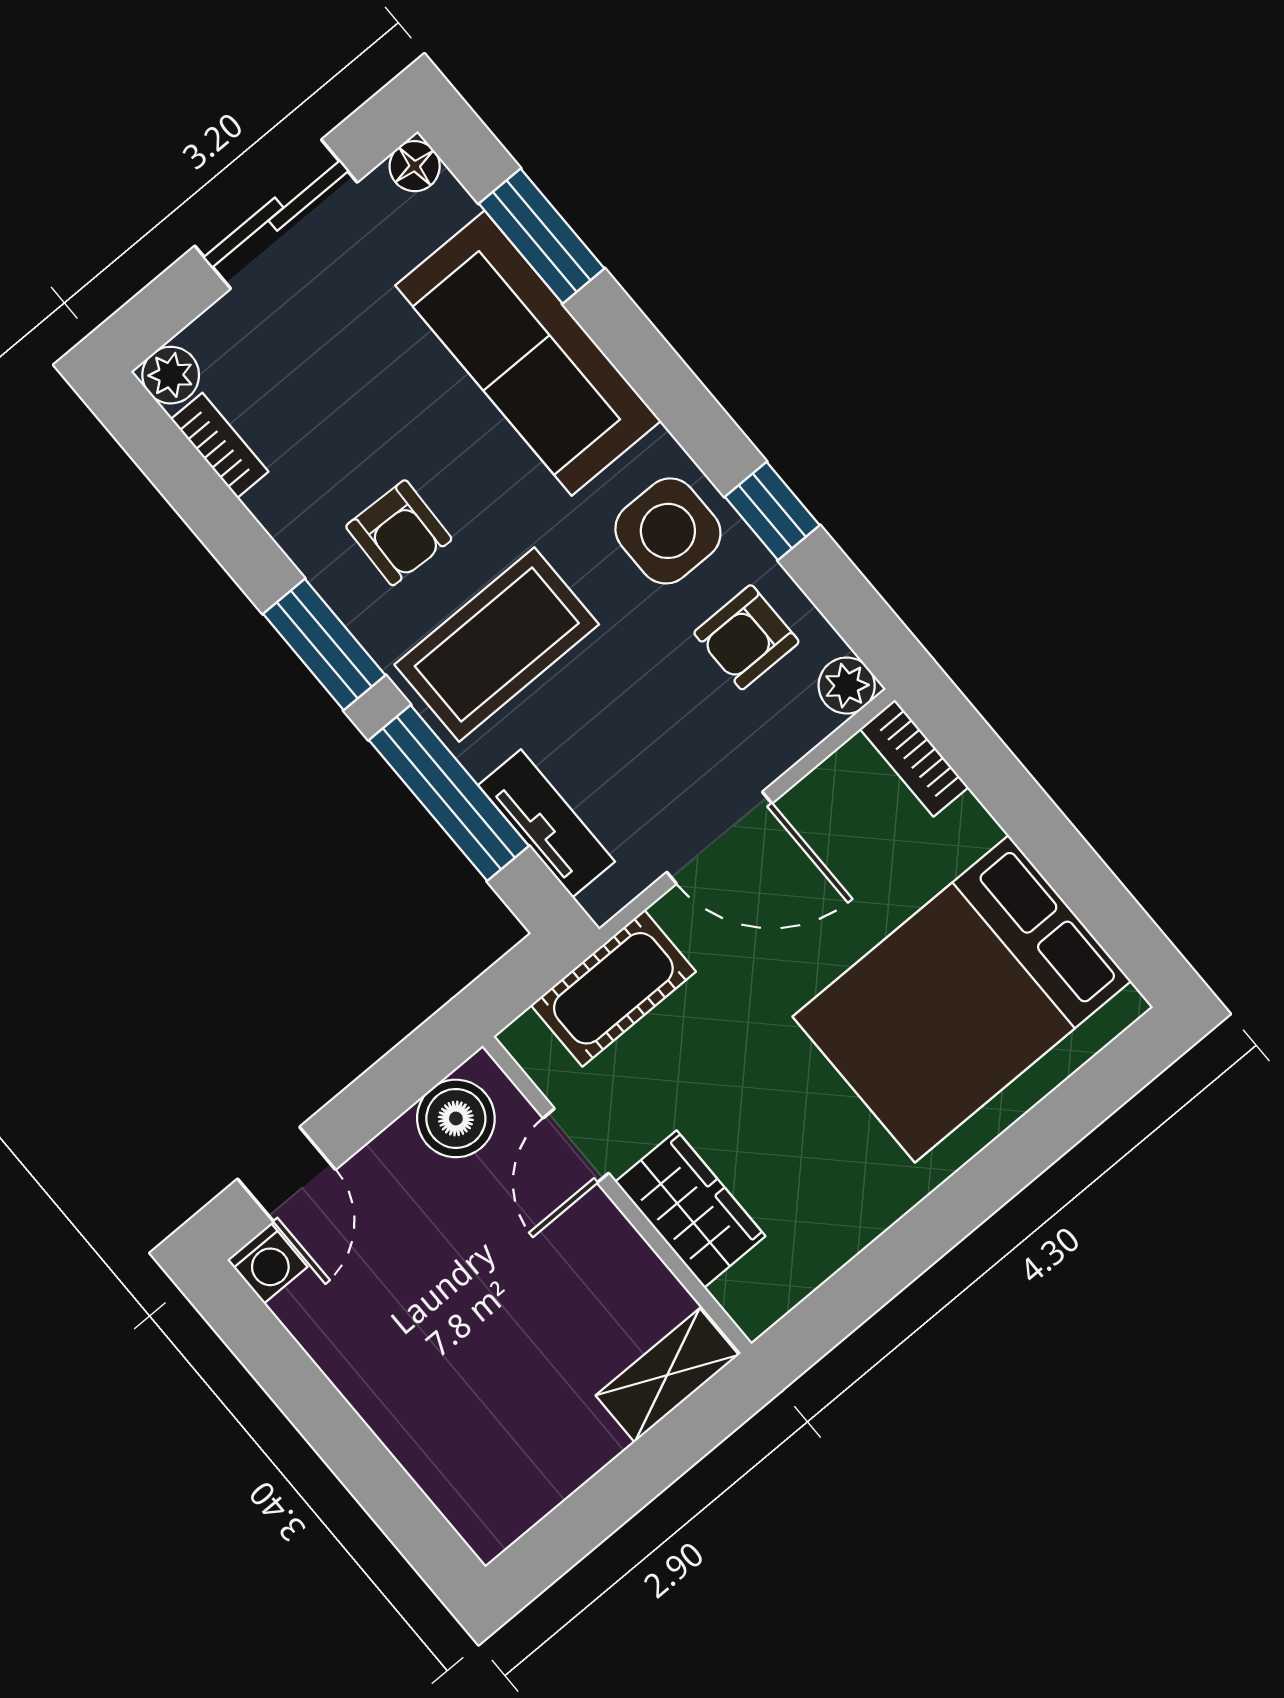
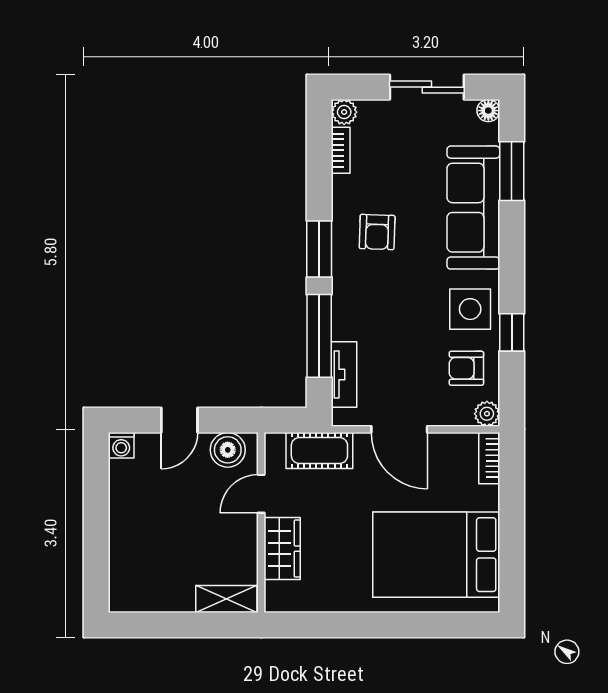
coffee table: (497, 645) -> (378, 299), removed
door: (287, 1174) -> (179, 420), moved

